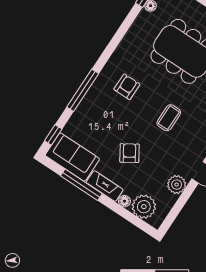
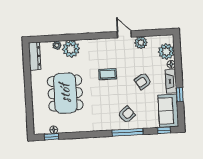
armchair: (127, 87) -> (127, 115), moved, turned 140
window: (81, 185) -> (180, 95), width x0.46

